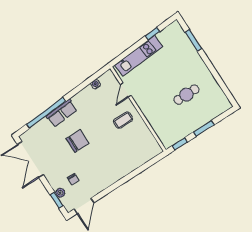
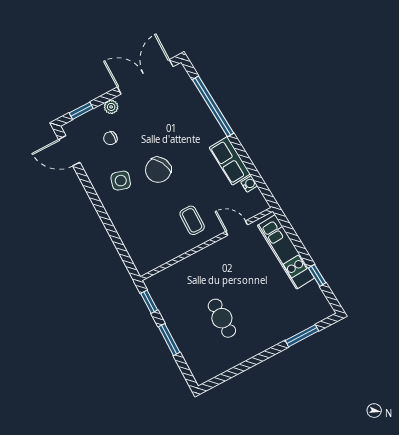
row of seats: (62, 113) -> (230, 161), moved
chair: (78, 141) -> (158, 170), moved, turned 62
side table: (101, 170) -> (121, 181), added
plant: (60, 193) -> (111, 107), moved

